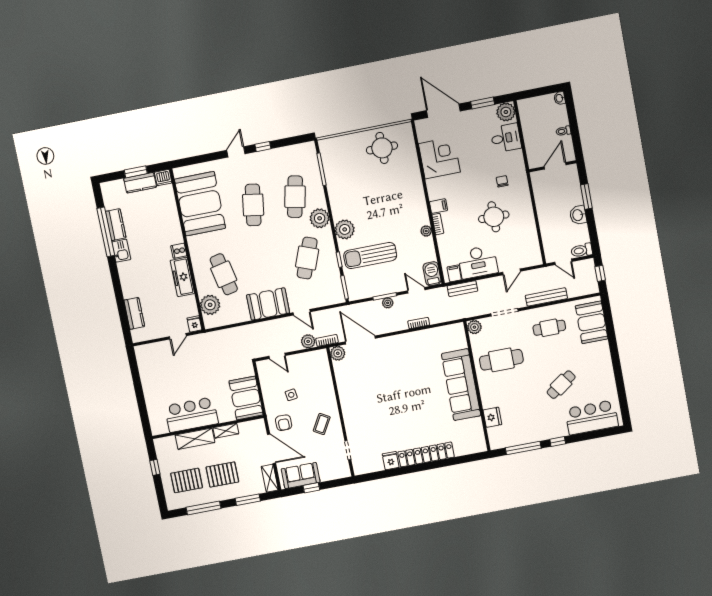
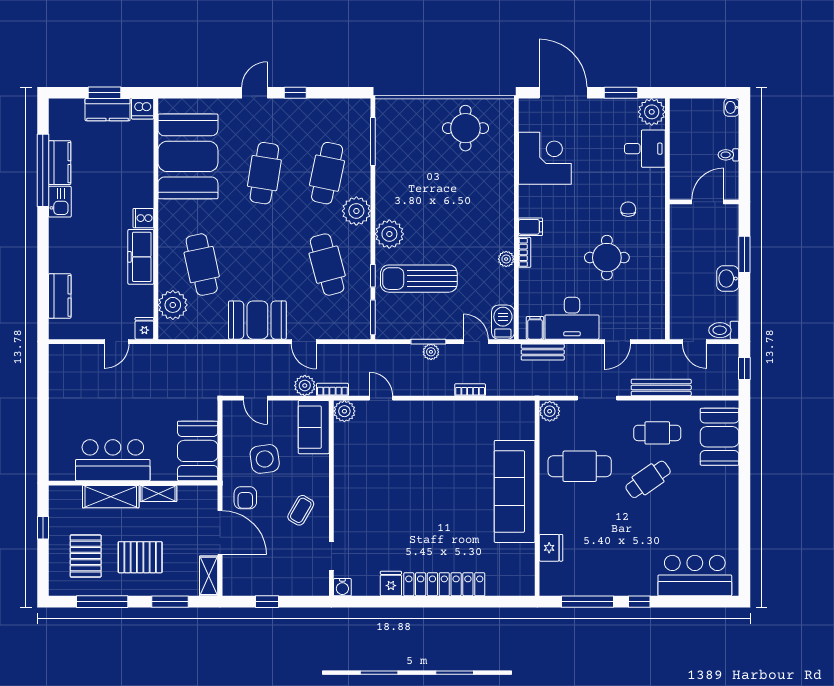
cafe table: (307, 258) -> (327, 265), turned -36
door: (360, 340) -> (381, 398), width x0.53
cafe table: (561, 385) -> (648, 479), moved
side table: (291, 395) -> (265, 459), width x1.87, depth x1.87
water cooler: (359, 469) -> (342, 587), added
sofa: (301, 476) -> (314, 427), moved, turned -90
pallet: (187, 480) -> (86, 556), turned 90

